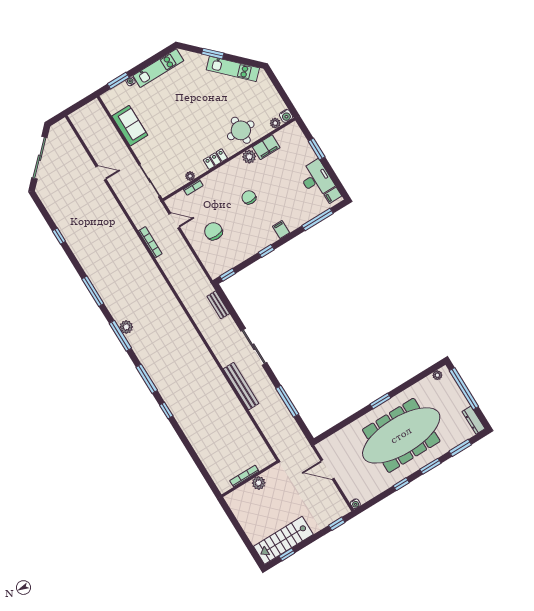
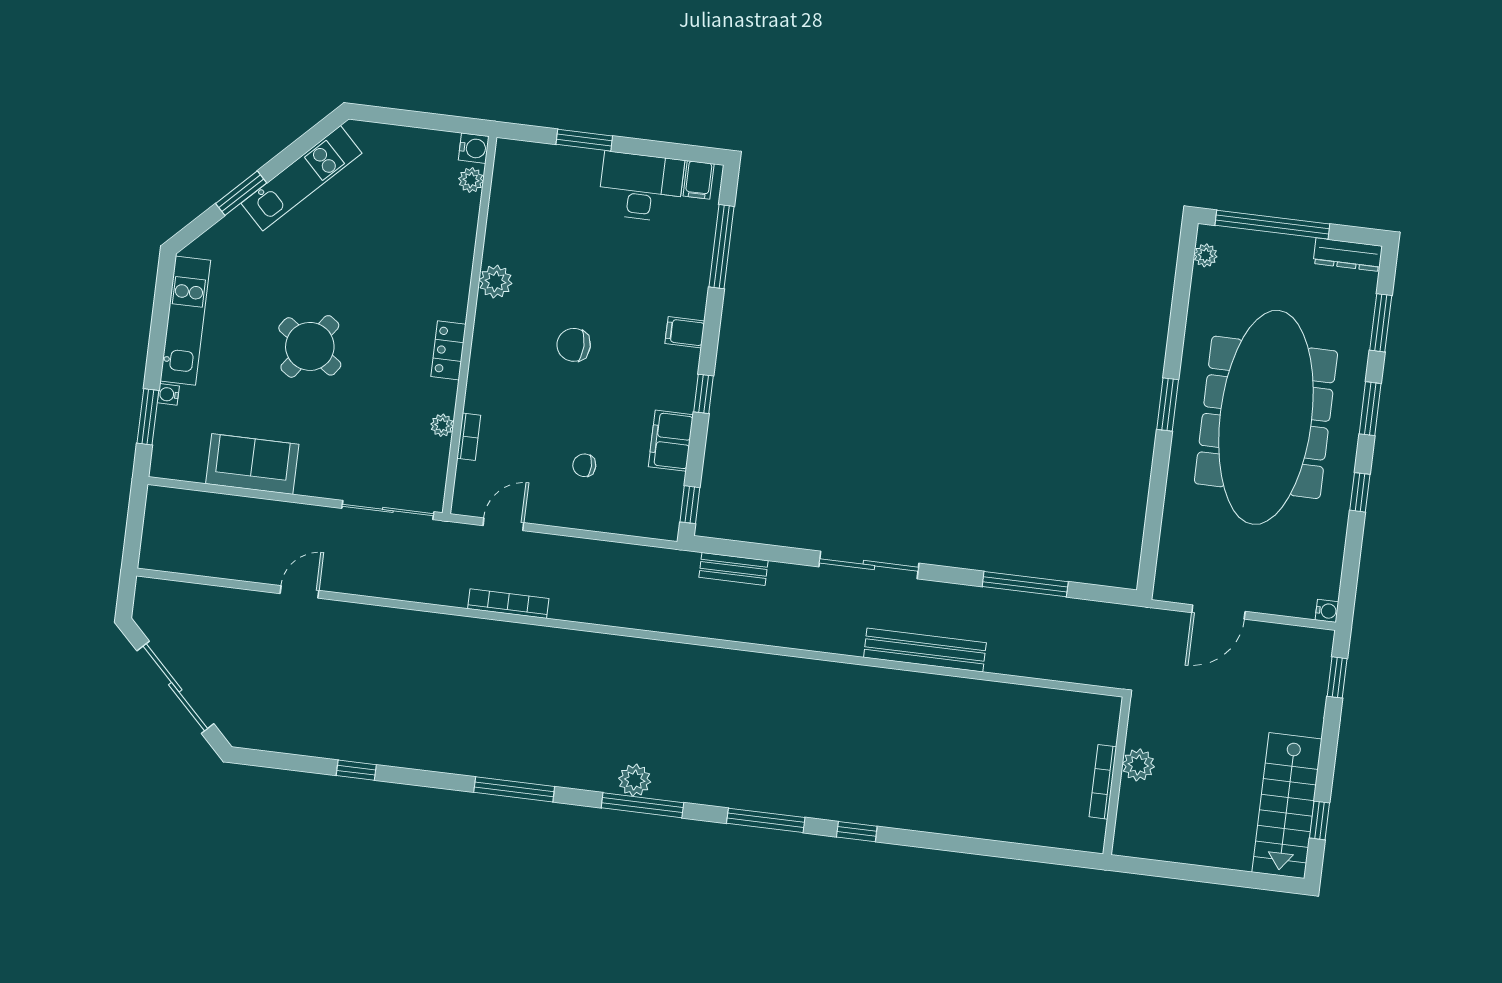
round table: (241, 130) -> (310, 346), moved, turned 35
filing cabinet: (266, 147) -> (671, 441), moved, turned 180
chair: (213, 231) -> (584, 465), width x0.54, depth x0.54

